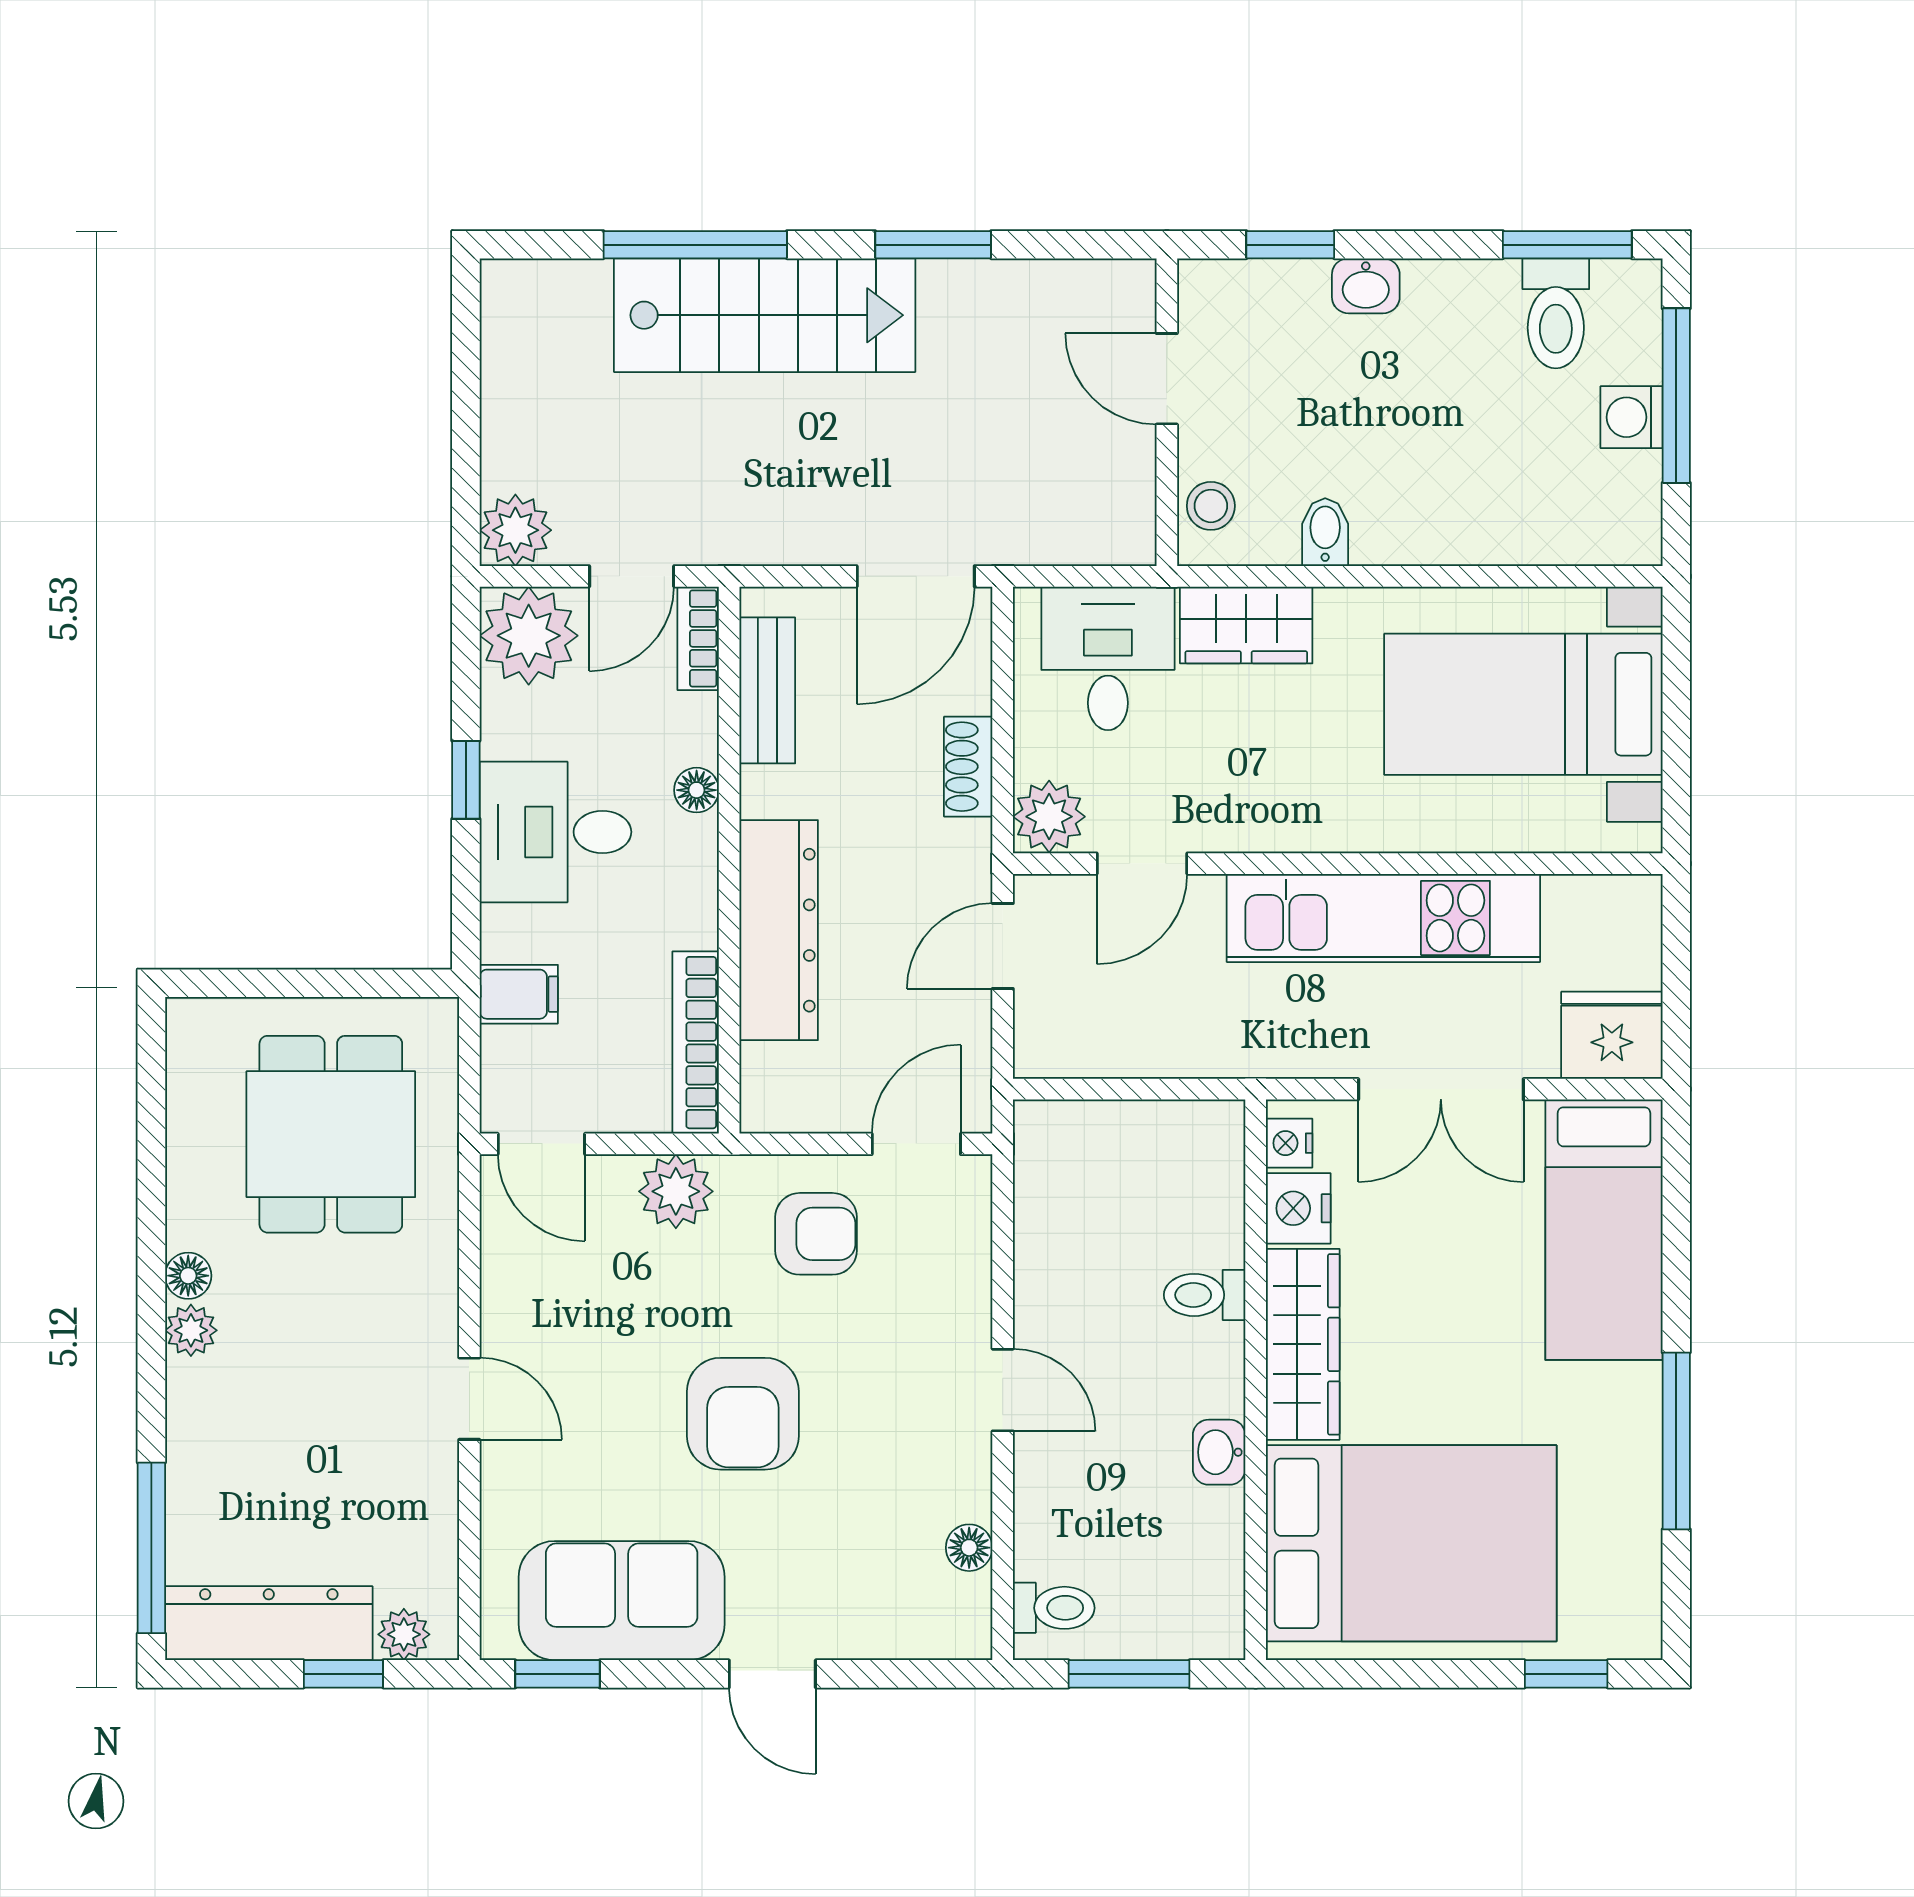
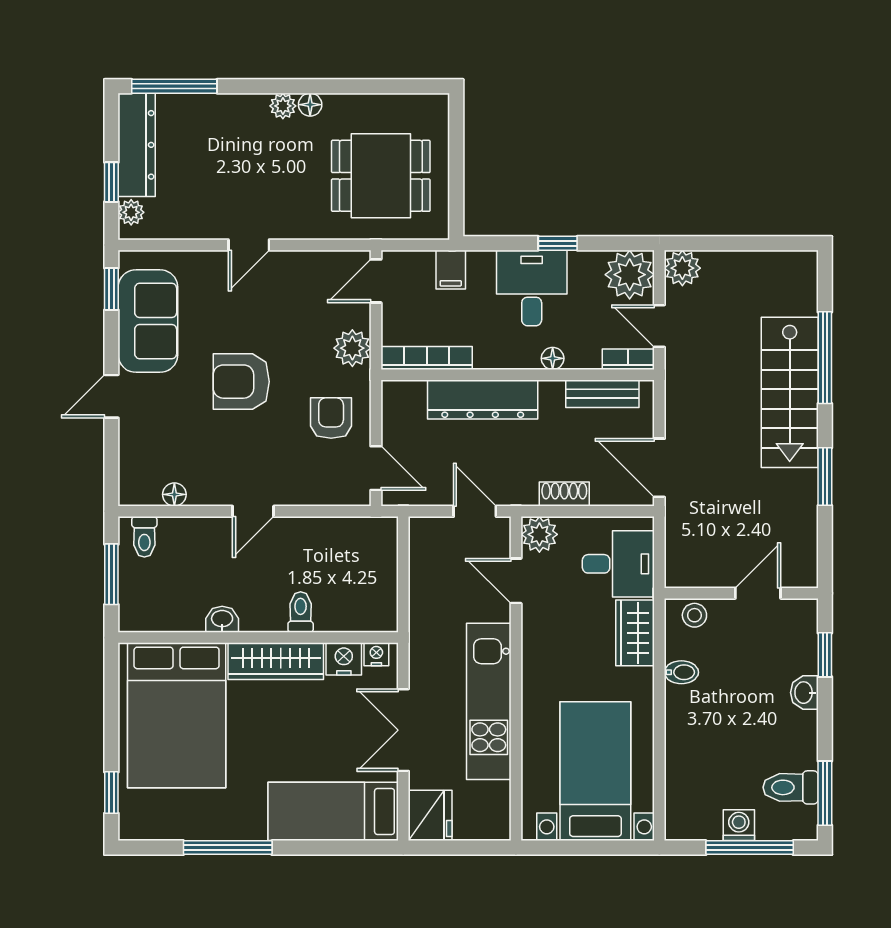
armchair: (816, 1234) -> (331, 418), turned 180

